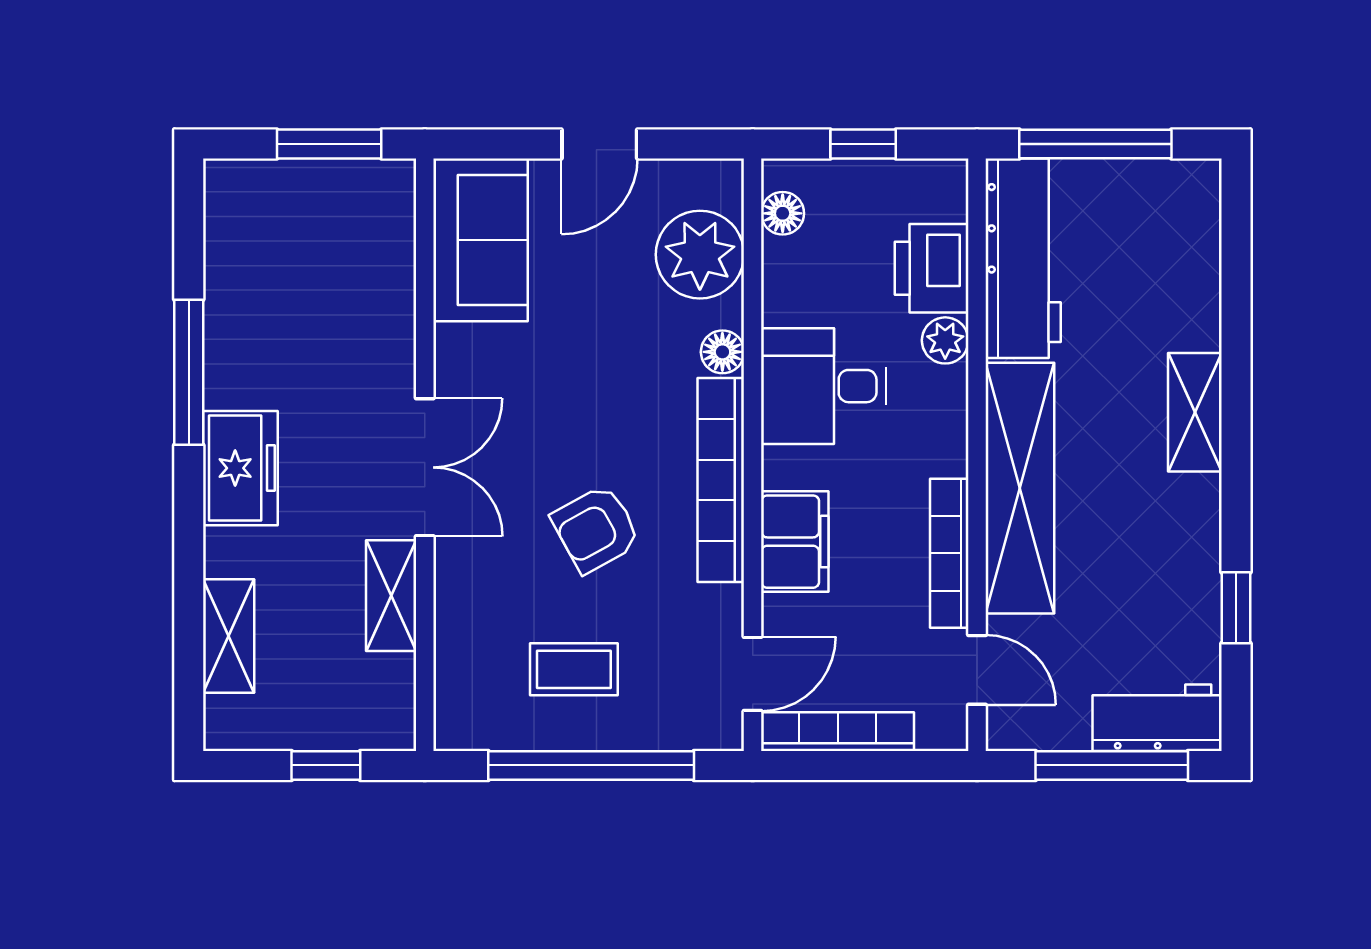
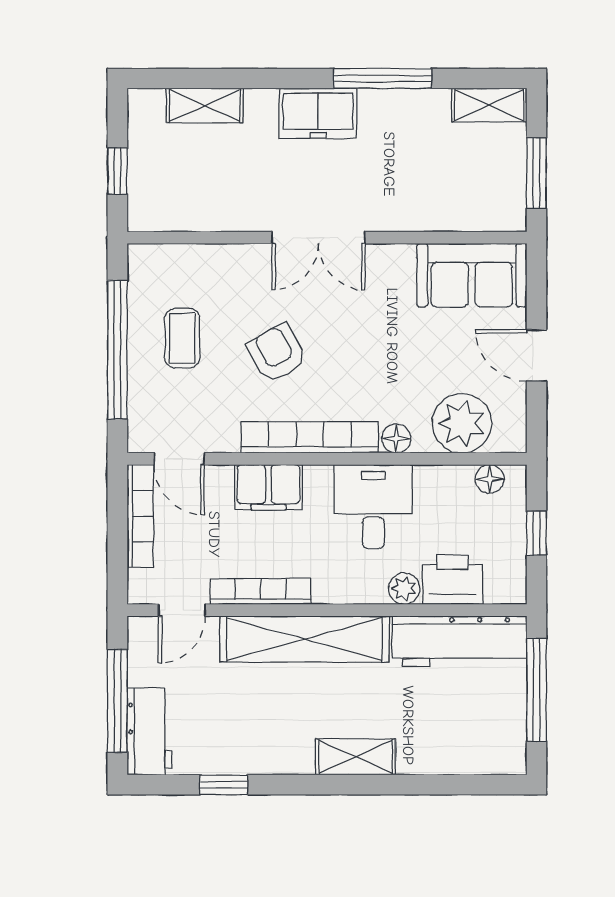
shelving: (391, 596) -> (489, 105), moved

